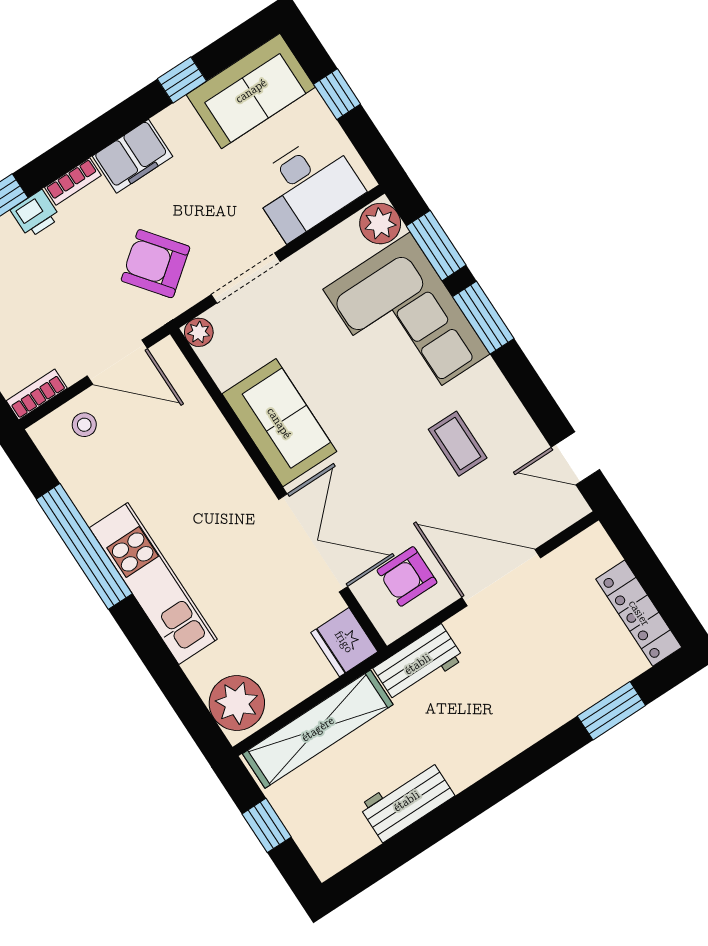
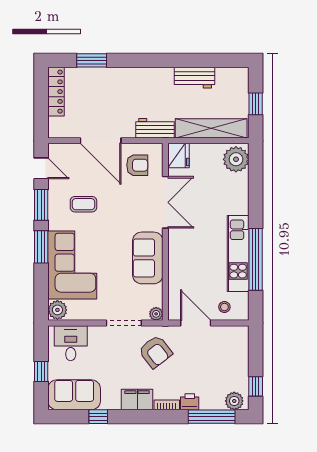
desk: (307, 187) -> (71, 343), width x0.73
window: (436, 246) -> (41, 205), moved
bookcase: (37, 394) -> (235, 331), removed
coffee table: (458, 444) -> (83, 204), turned 90
double door: (313, 543) -> (165, 202), swing flipped
kitchen unit: (153, 584) -> (238, 253), moved

